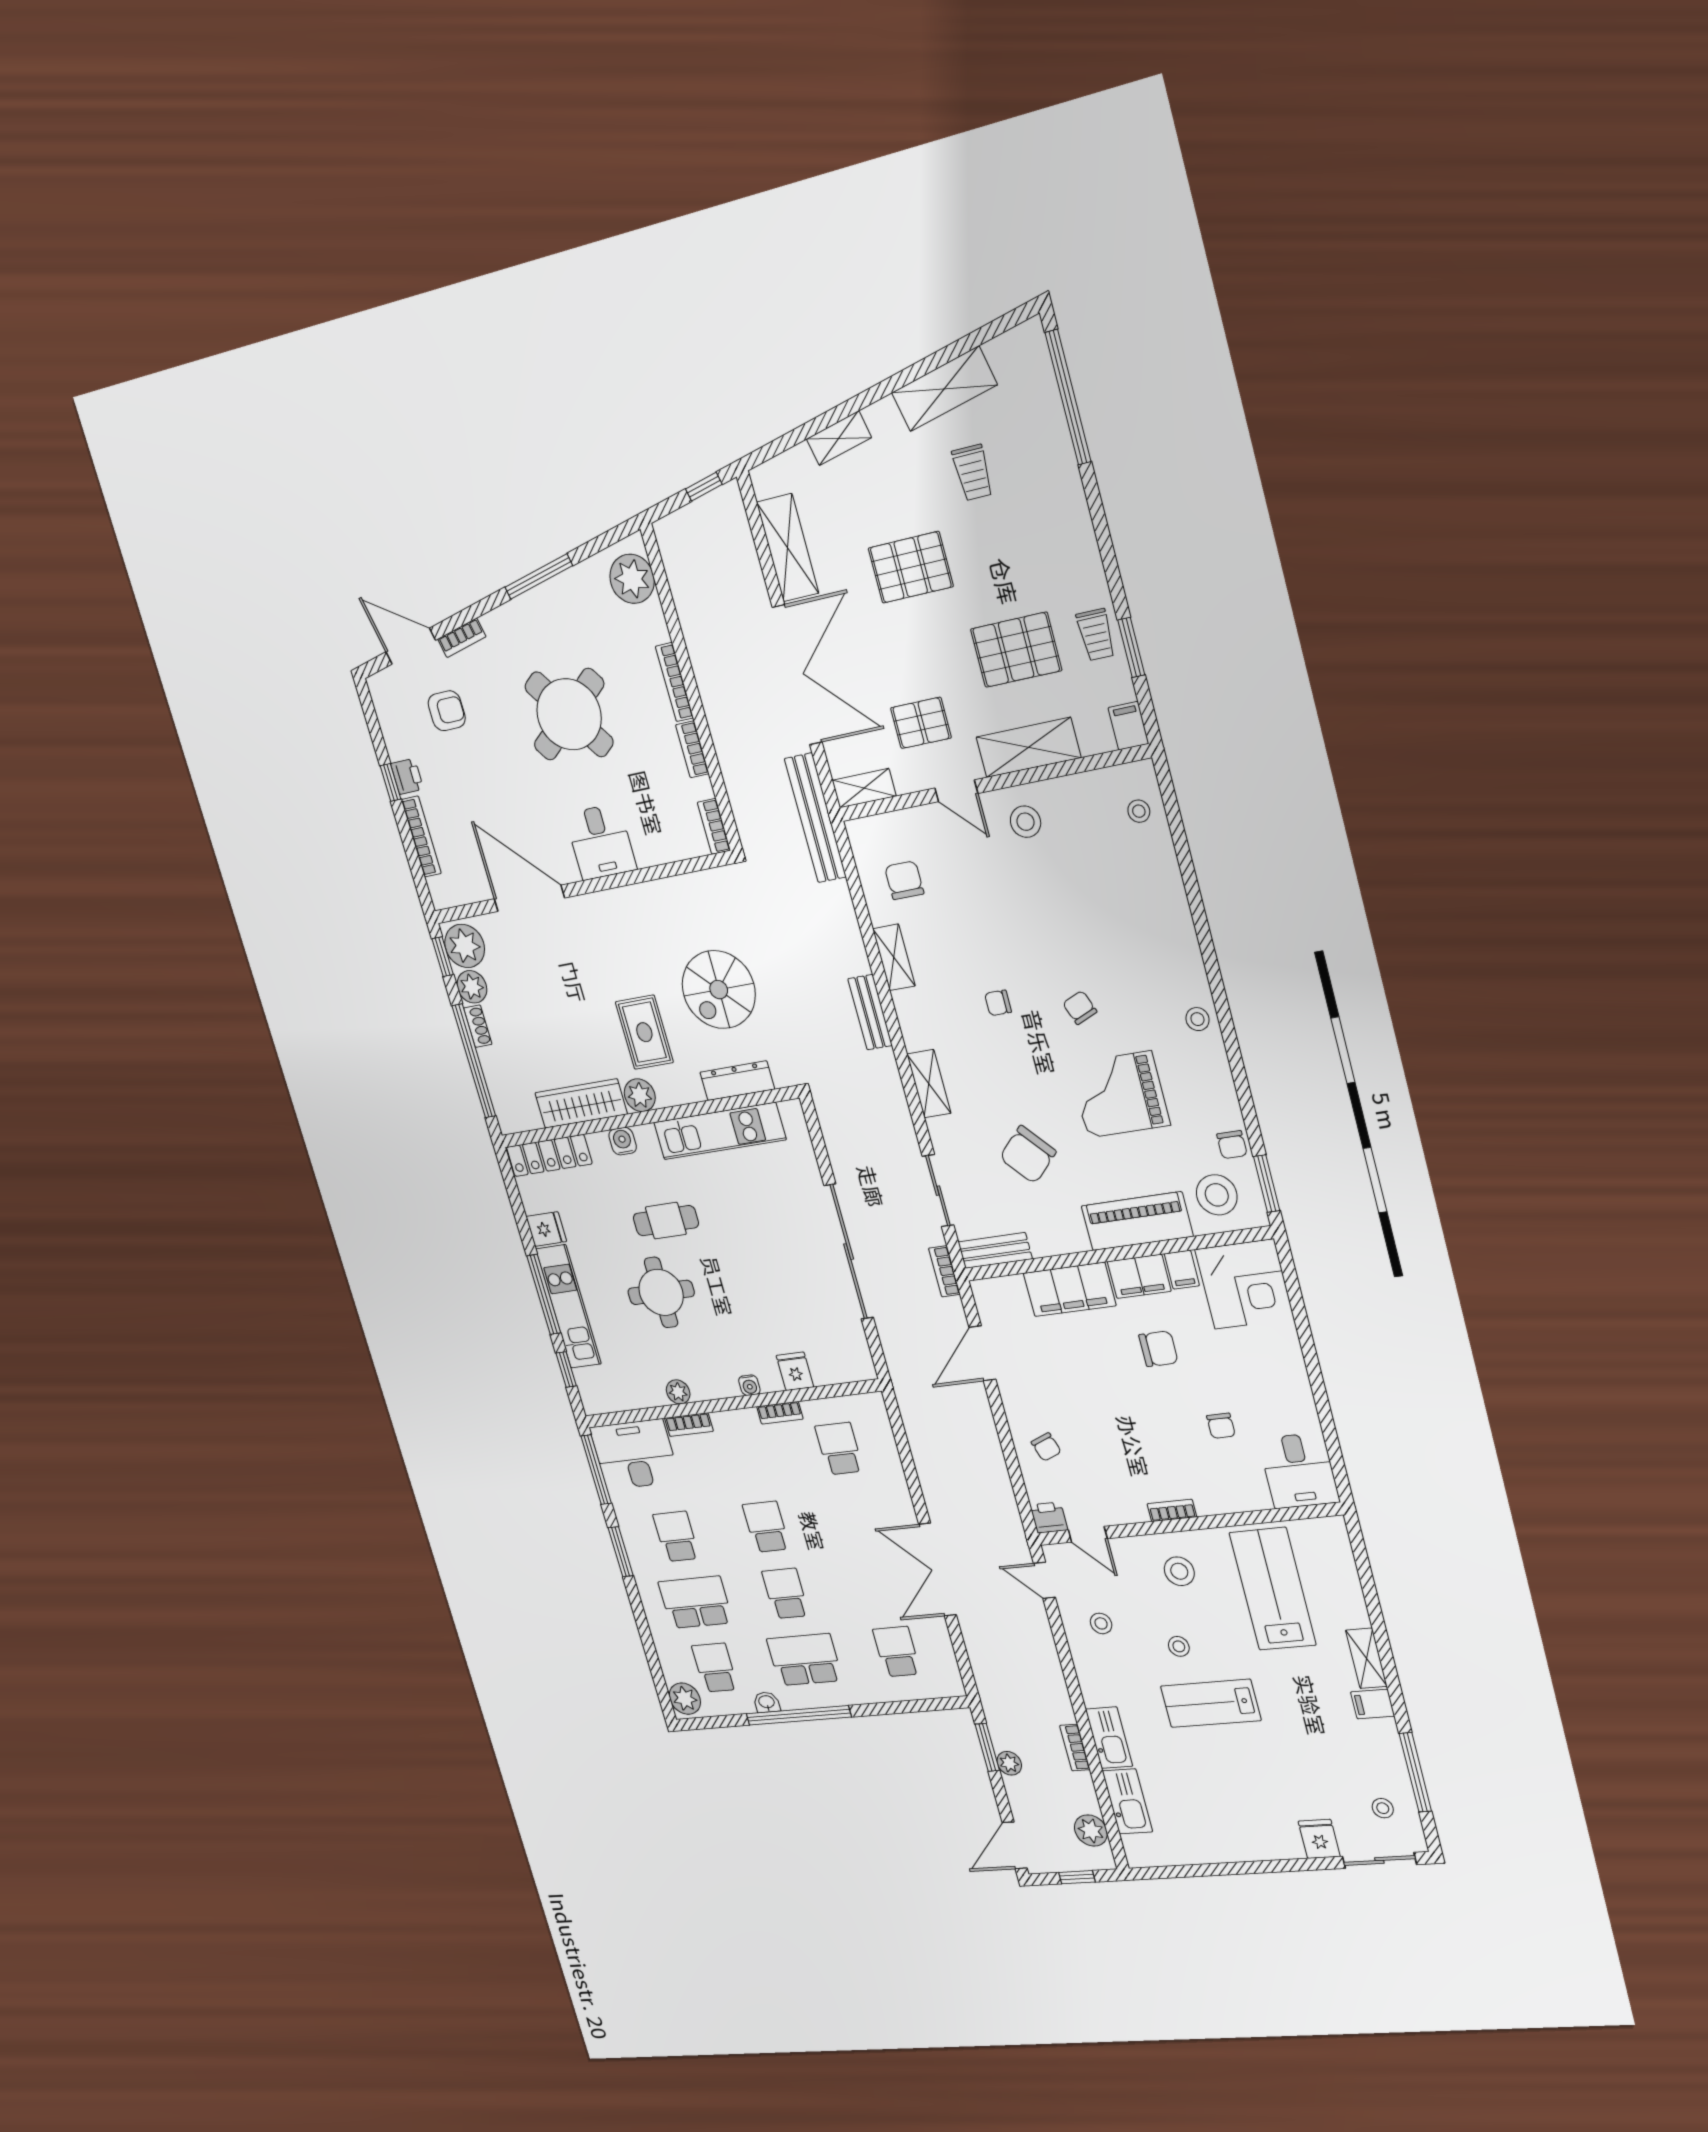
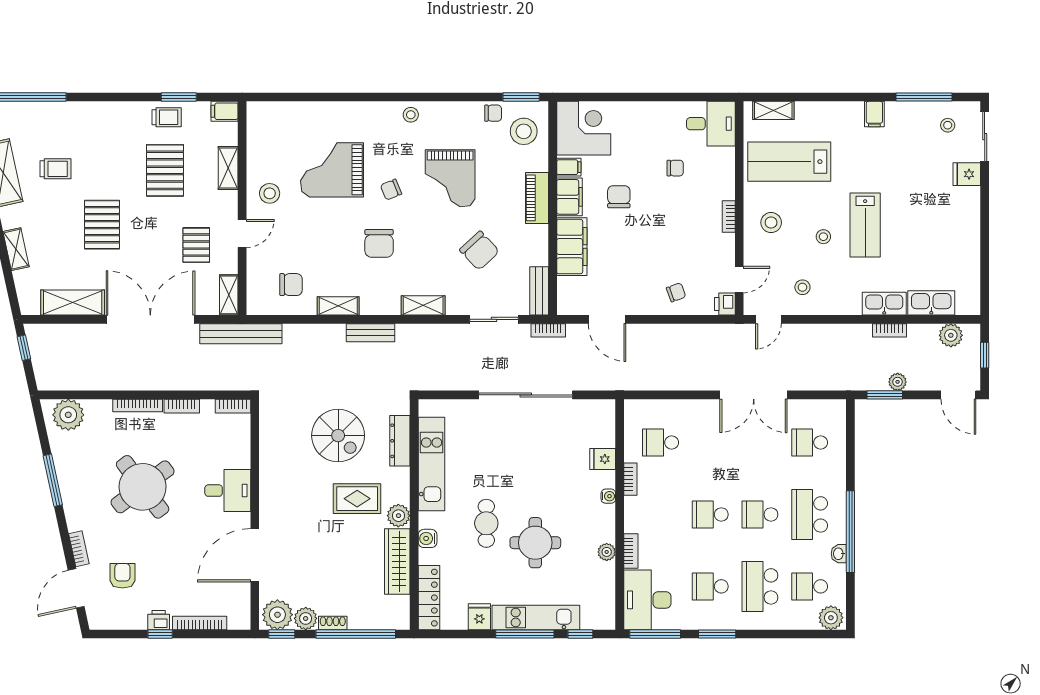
shelving: (1028, 747) -> (228, 168), width x0.67, depth x0.75
stool: (1139, 811) -> (277, 118), removed
chair: (904, 880) -> (291, 285), turned 180
grand piano: (1085, 912) -> (332, 170), added
chair: (998, 1003) -> (379, 243), width x1.87, depth x1.87
piano: (1137, 1221) -> (537, 198), width x0.73, depth x0.75
shelving: (1366, 1658) -> (773, 110), moved

